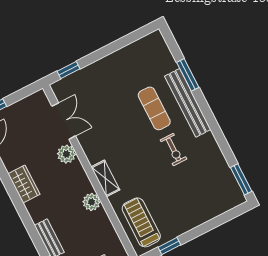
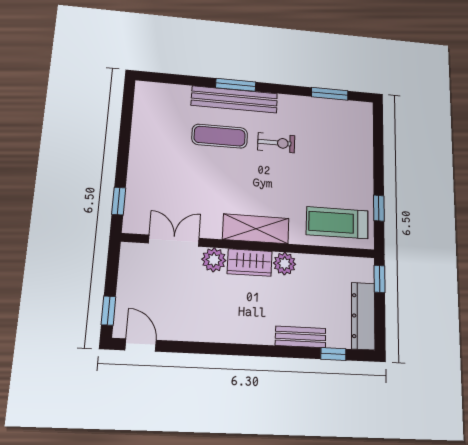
window: (188, 75) -> (236, 85), moved
shelving: (105, 178) -> (256, 229), width x1.50, depth x1.33
window: (241, 179) -> (330, 94), moved
wardrobe: (24, 184) -> (250, 262), moved, turned 180

